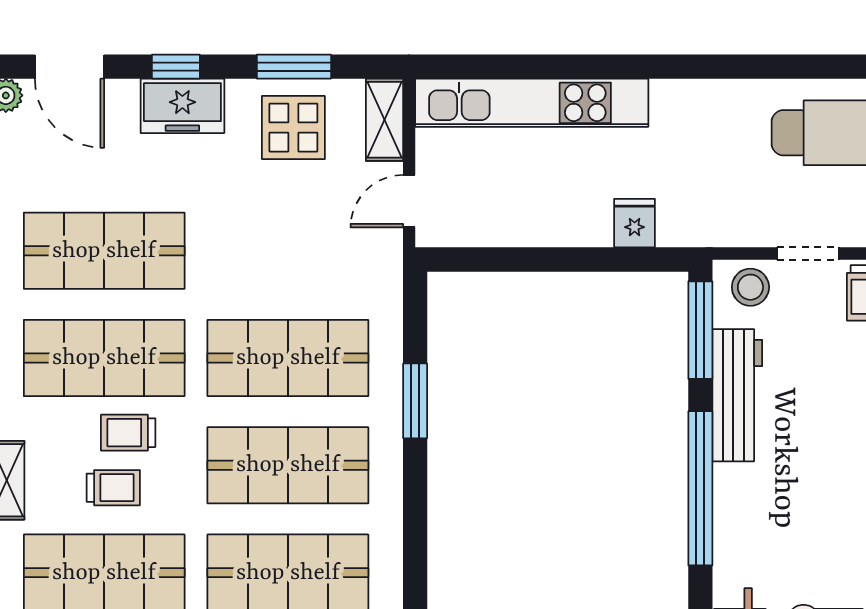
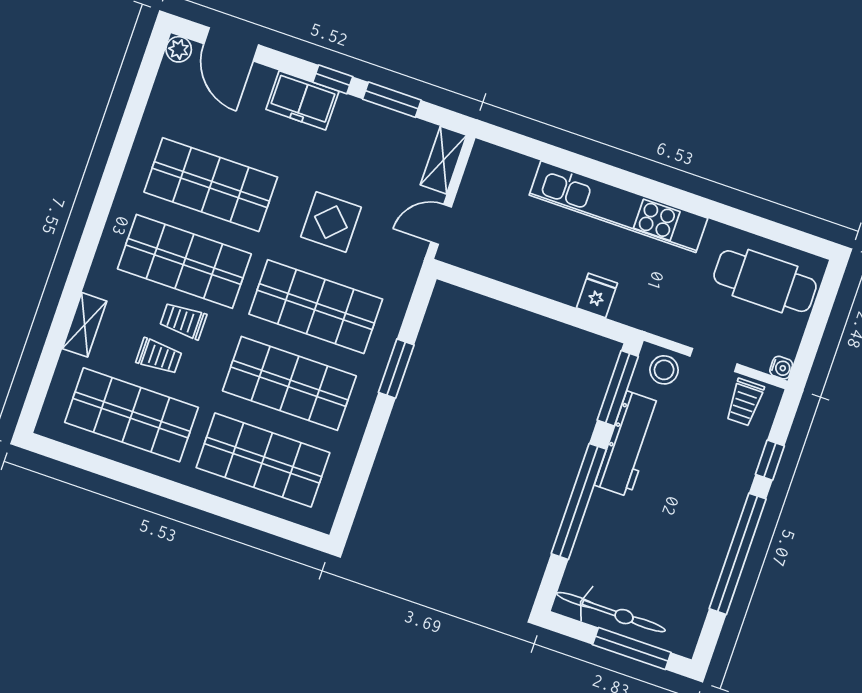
window: (176, 67) -> (333, 79), moved
kitchen unit: (532, 103) -> (618, 207), moved
display table: (293, 128) -> (331, 222), moved

